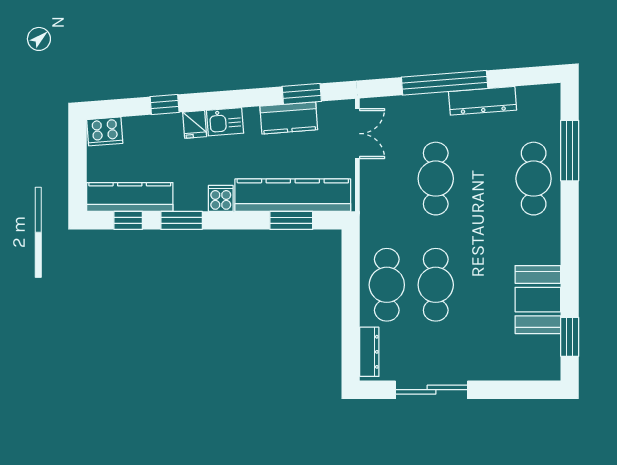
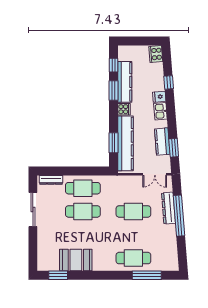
dresser: (483, 101) -> (168, 208), moved
kitchen counter: (130, 197) -> (125, 82), moved

